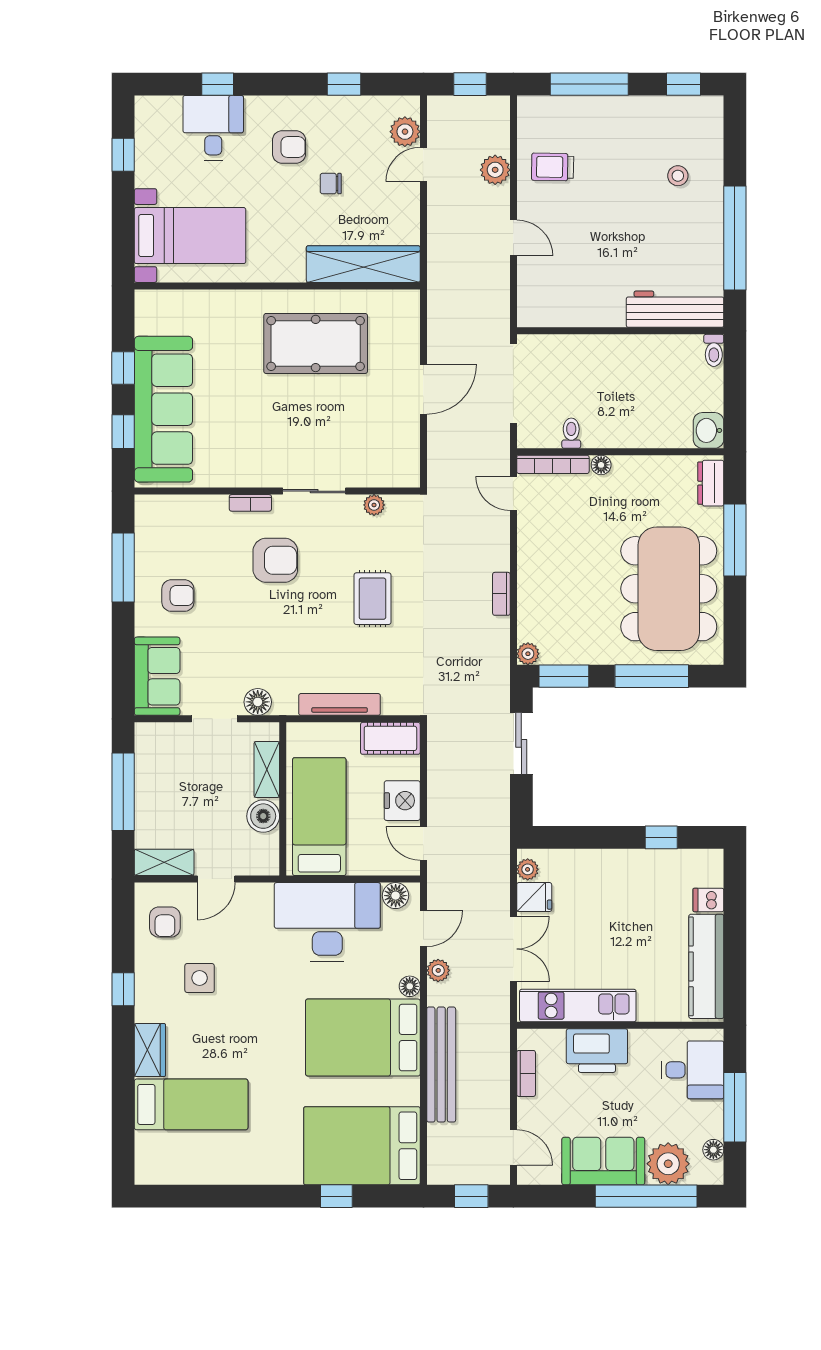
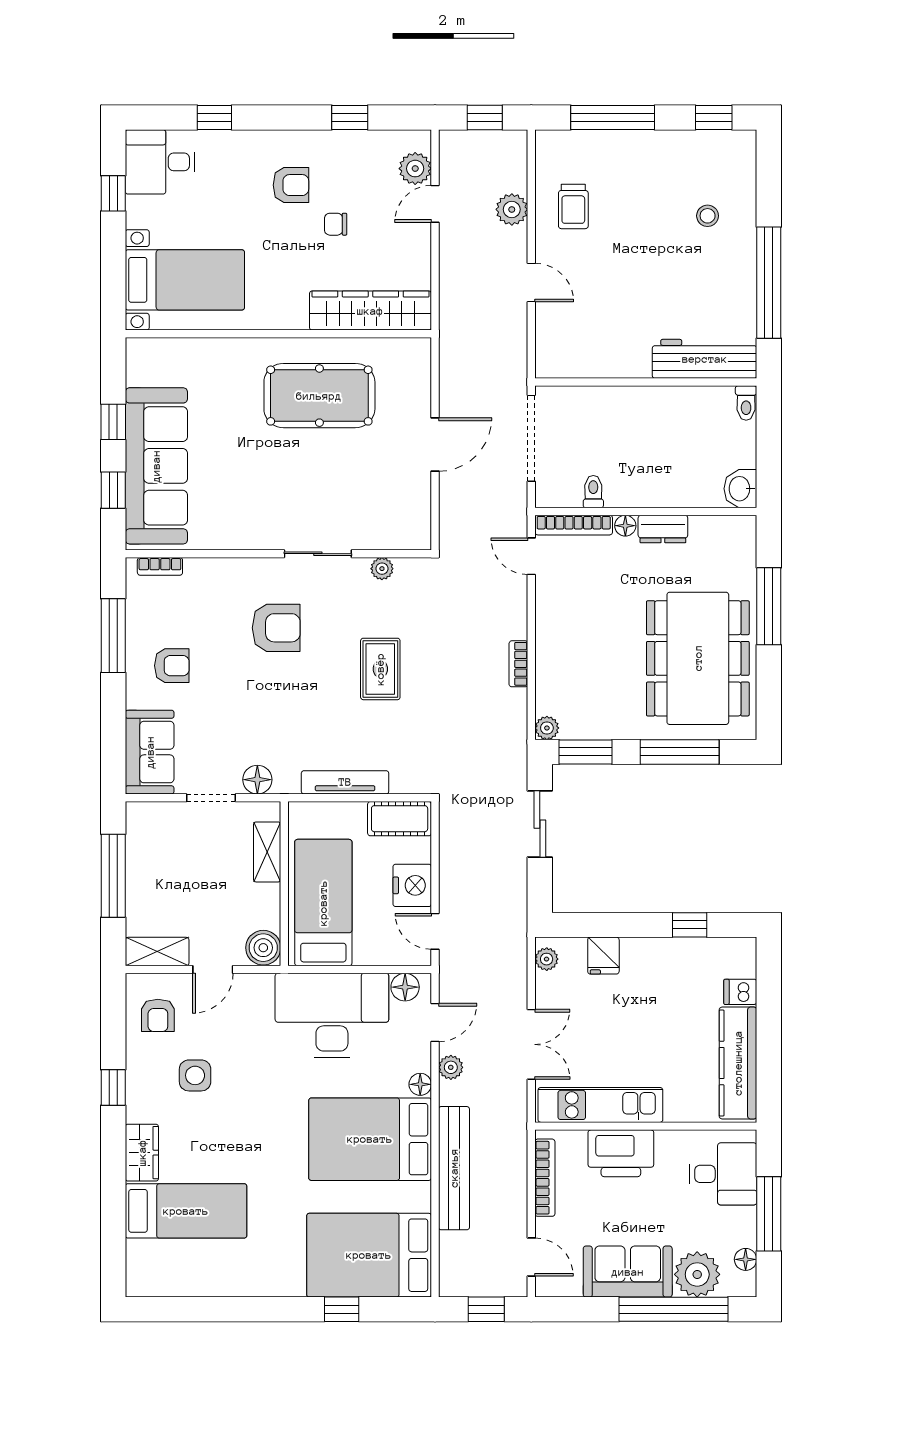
desk: (213, 128) -> (160, 162), moved, turned -90
trolley: (553, 167) -> (573, 206), turned -91
dresser: (711, 483) -> (663, 529), moved, turned -90
bookcase: (250, 503) -> (160, 566), moved
boiler: (263, 816) -> (263, 948), moved
fridge: (534, 897) -> (603, 956), moved, turned 90
bookcase: (526, 1073) -> (545, 1178), width x1.56

